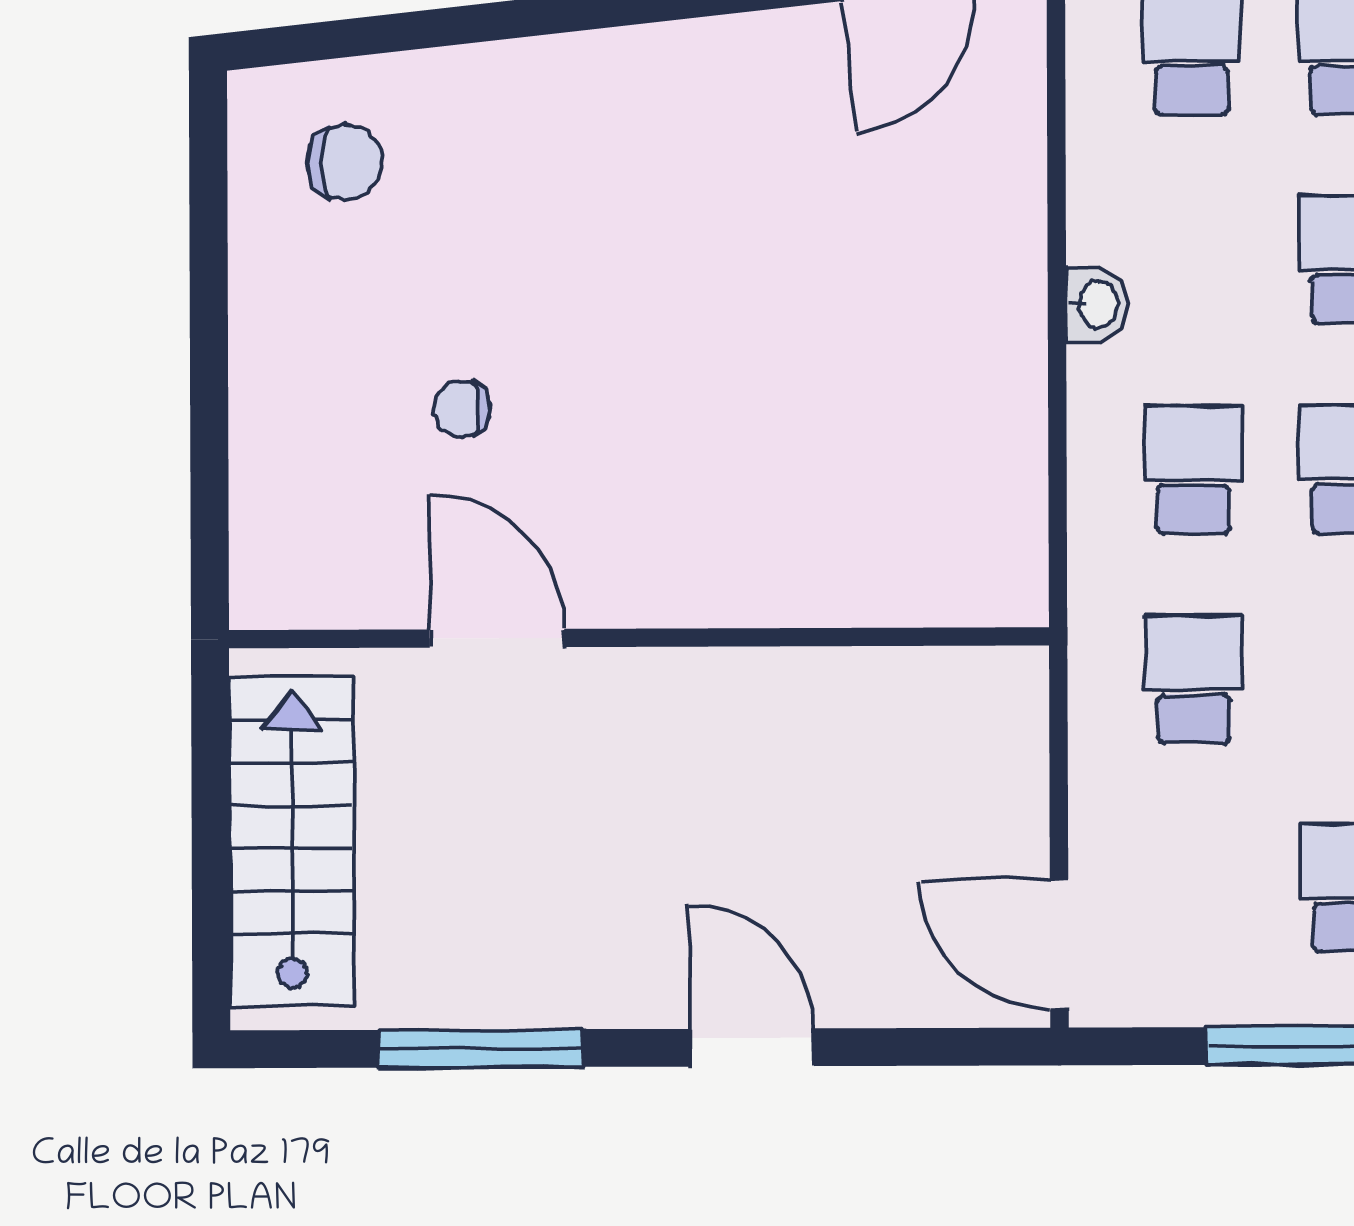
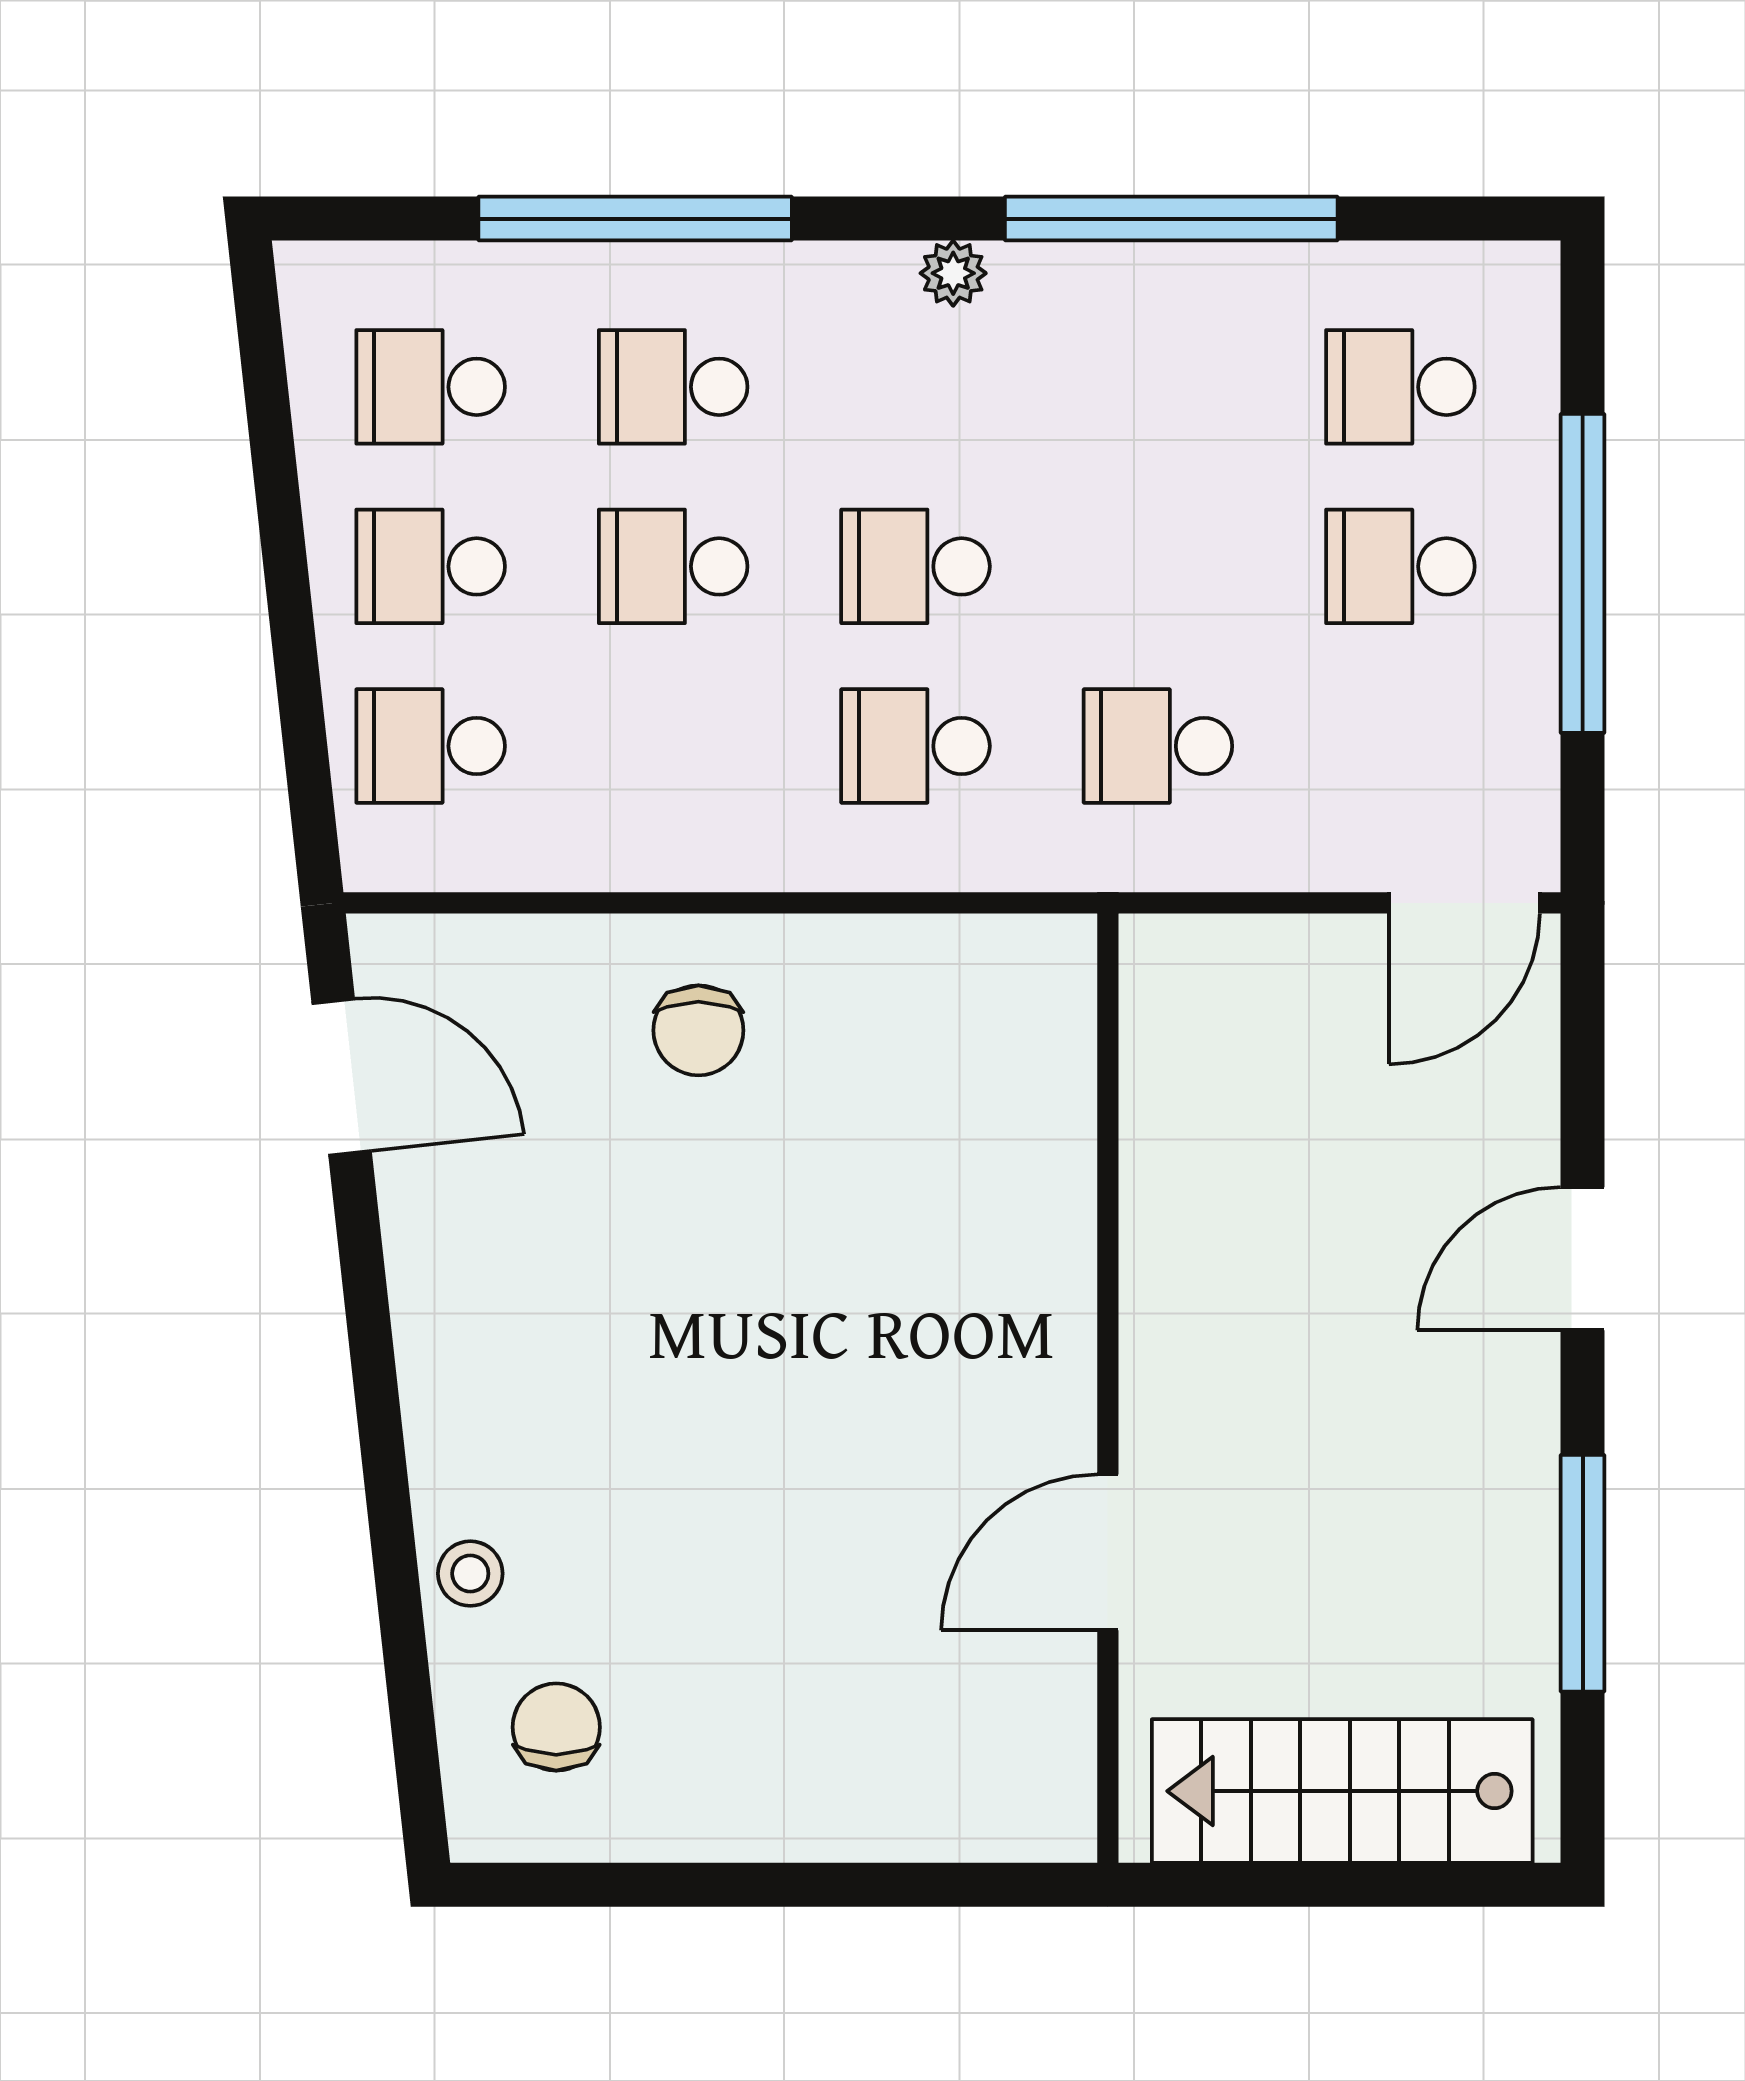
stool: (477, 87) -> (470, 1574), added
washbasin: (1096, 304) -> (724, 857), removed
chair: (462, 409) -> (698, 1030), moved, width x1.37, depth x1.37

